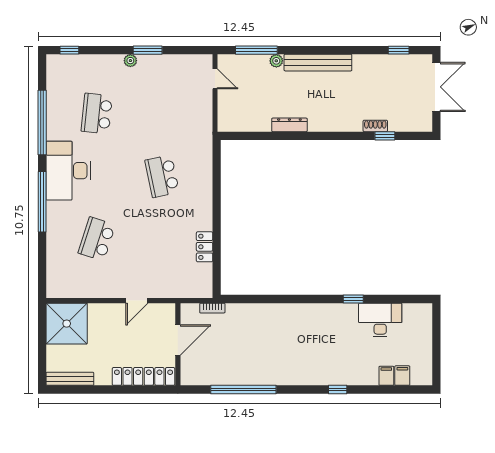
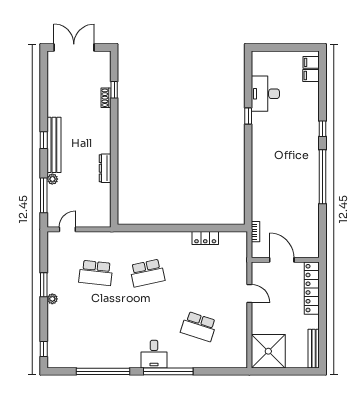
window: (399, 50) -> (44, 140), moved
school desk: (97, 114) -> (96, 273), moved
desk: (68, 171) -> (154, 354), width x0.53, depth x0.77
filing cabinet: (386, 376) -> (311, 62), moved
window: (243, 390) -> (322, 177), moved

